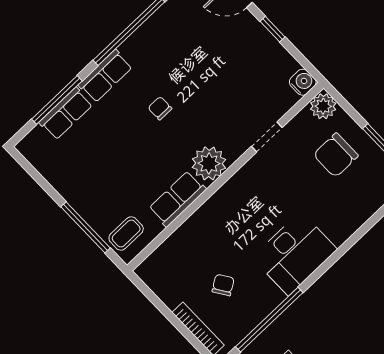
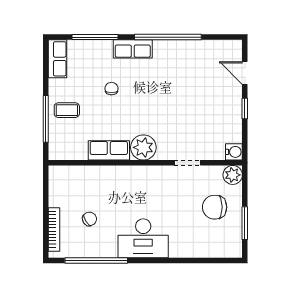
chair: (160, 108) -> (111, 89), moved
row of seats: (66, 114) -> (58, 59), moved, turned -90
coffee table: (126, 234) -> (67, 110), moved

